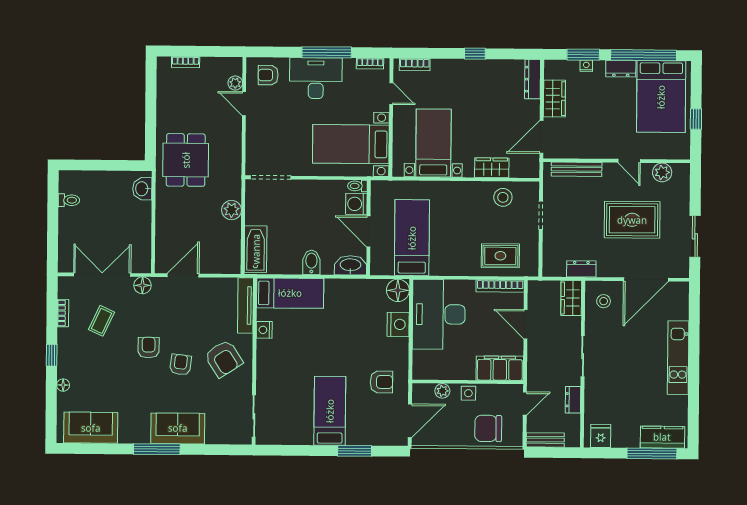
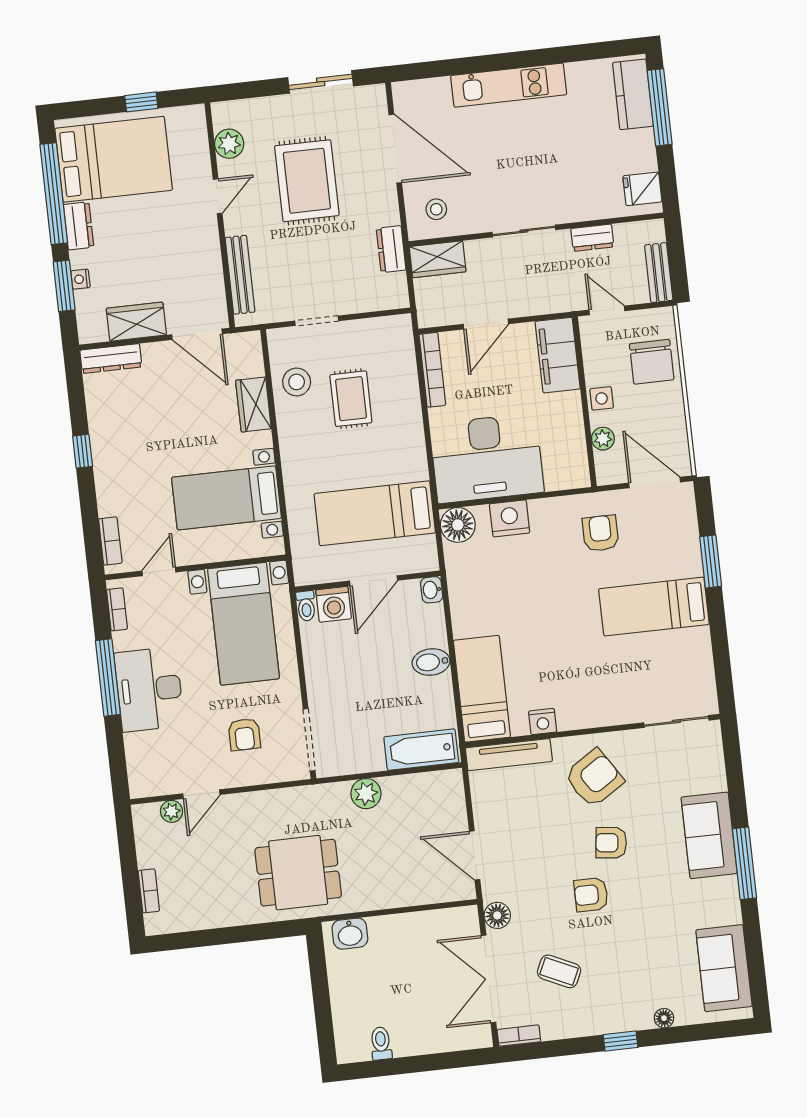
armchair: (268, 75) -> (244, 734), moved
rug: (500, 256) -> (351, 399), moved
washbasin: (350, 265) -> (432, 590), width x0.52, depth x0.69
bookcase: (63, 313) -> (519, 1036), moved

